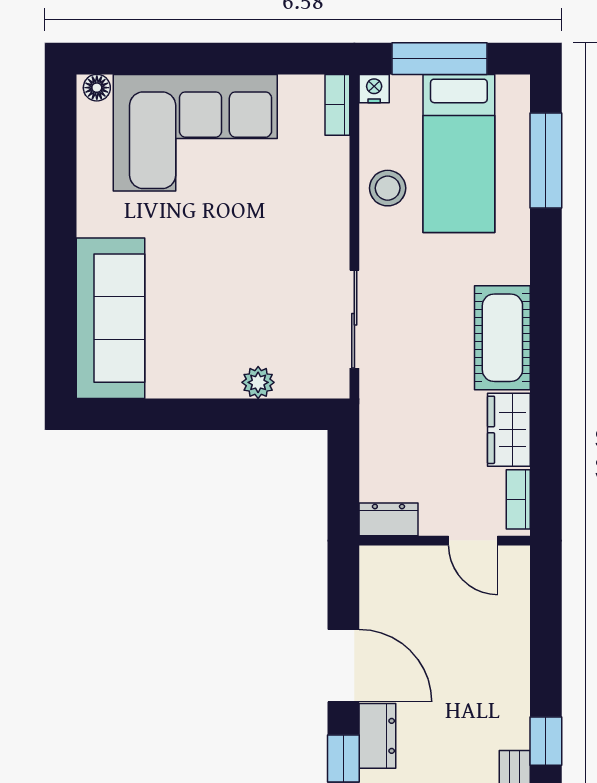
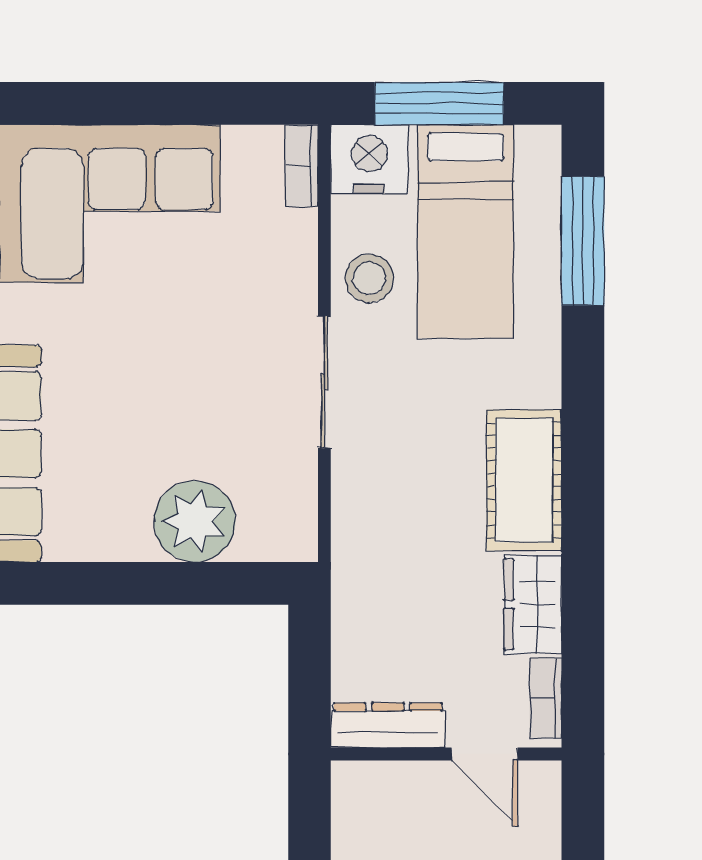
nightstand: (374, 89) -> (369, 159), width x1.89, depth x1.79
sliding door: (354, 319) -> (324, 382), moved
plant: (258, 382) -> (195, 521), width x1.88, depth x1.88
dresser: (388, 519) -> (388, 725), width x1.44

